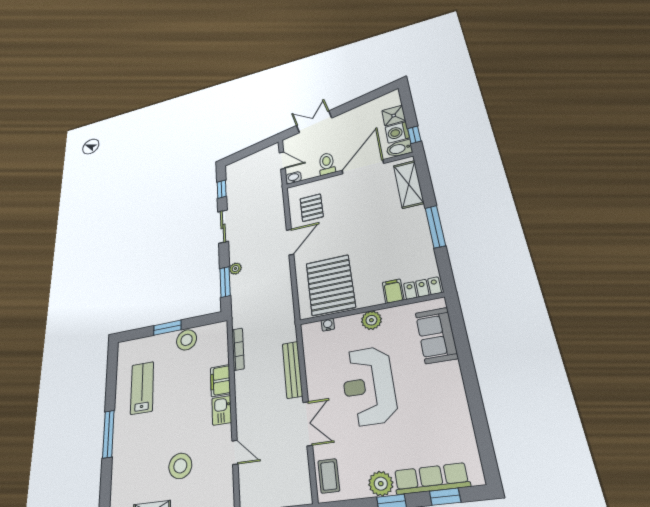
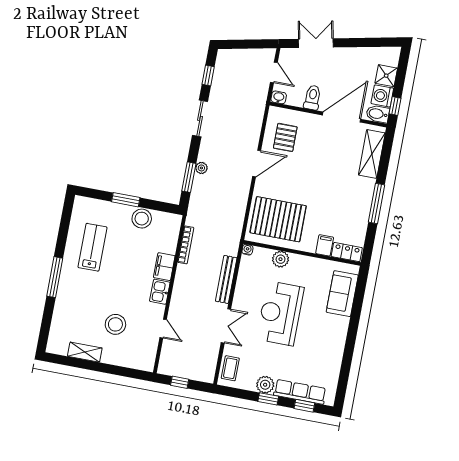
pallet: (330, 285) -> (278, 219), turned 90
plant: (371, 320) -> (281, 259), moved
water cooler: (328, 325) -> (247, 250), moved

